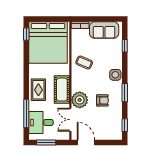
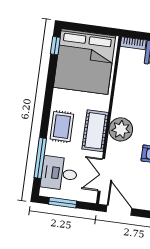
coffee table: (84, 62) -> (132, 97), removed
plant: (80, 100) -> (121, 129), moved

